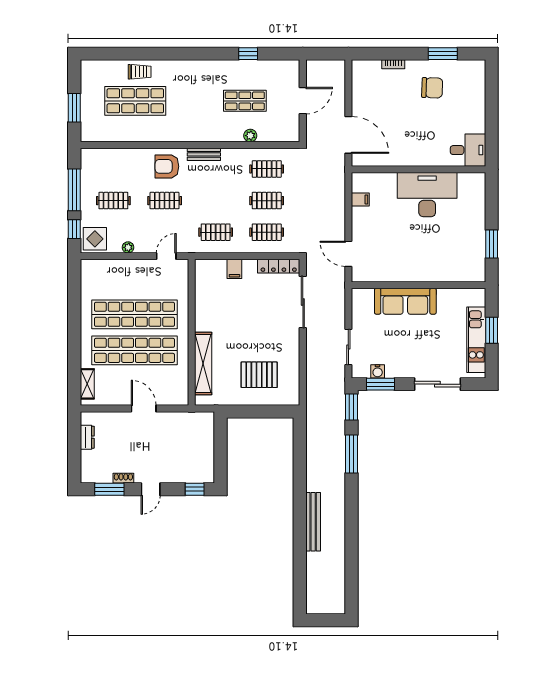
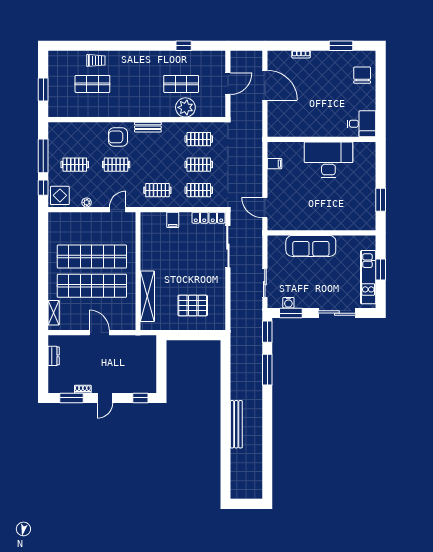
chair: (432, 88) -> (362, 75), moved, turned -92
shop shelf: (135, 101) -> (92, 84), width x0.70, depth x0.74
door: (348, 135) -> (265, 85), moved
plant: (250, 136) -> (185, 107), width x1.87, depth x1.87

